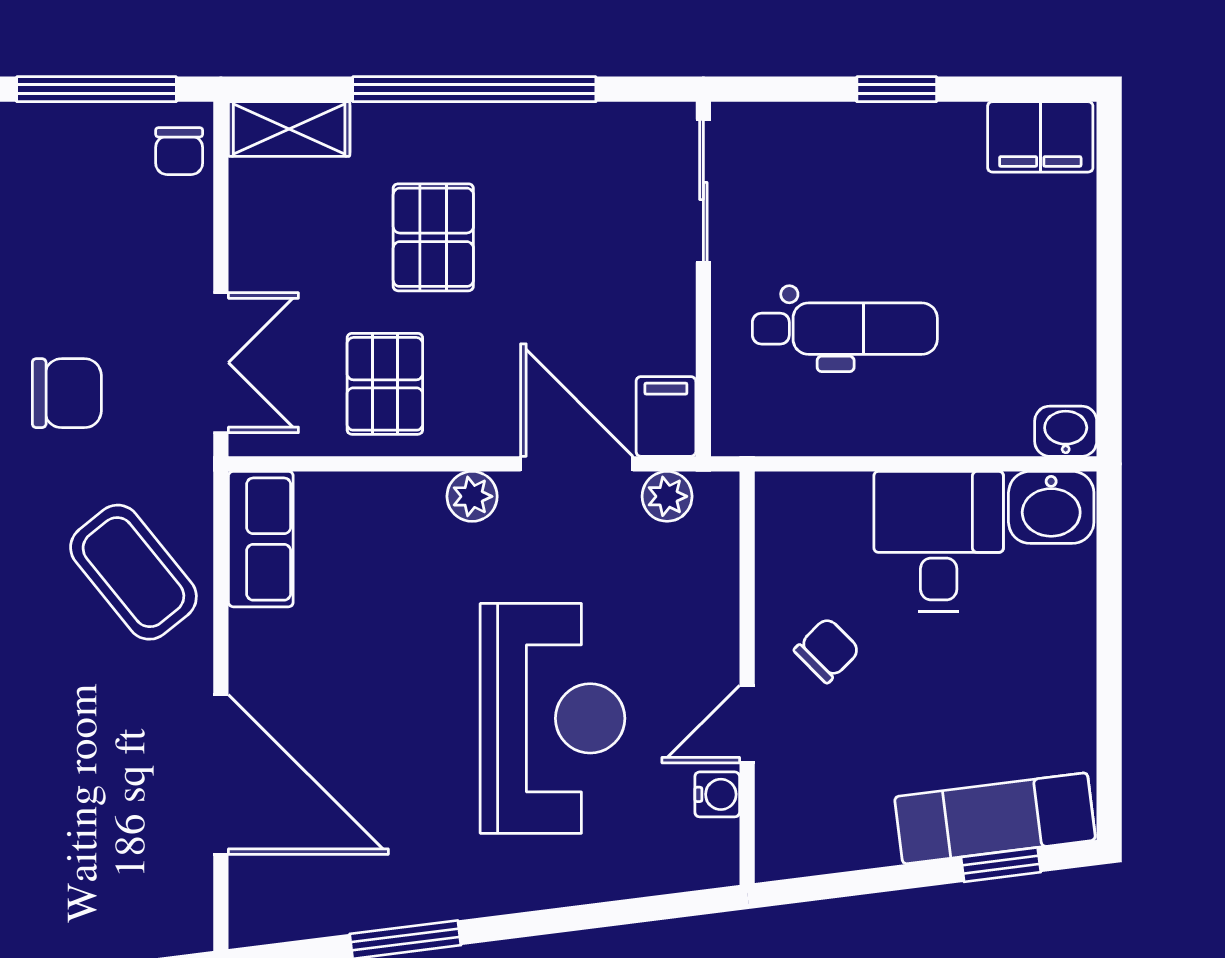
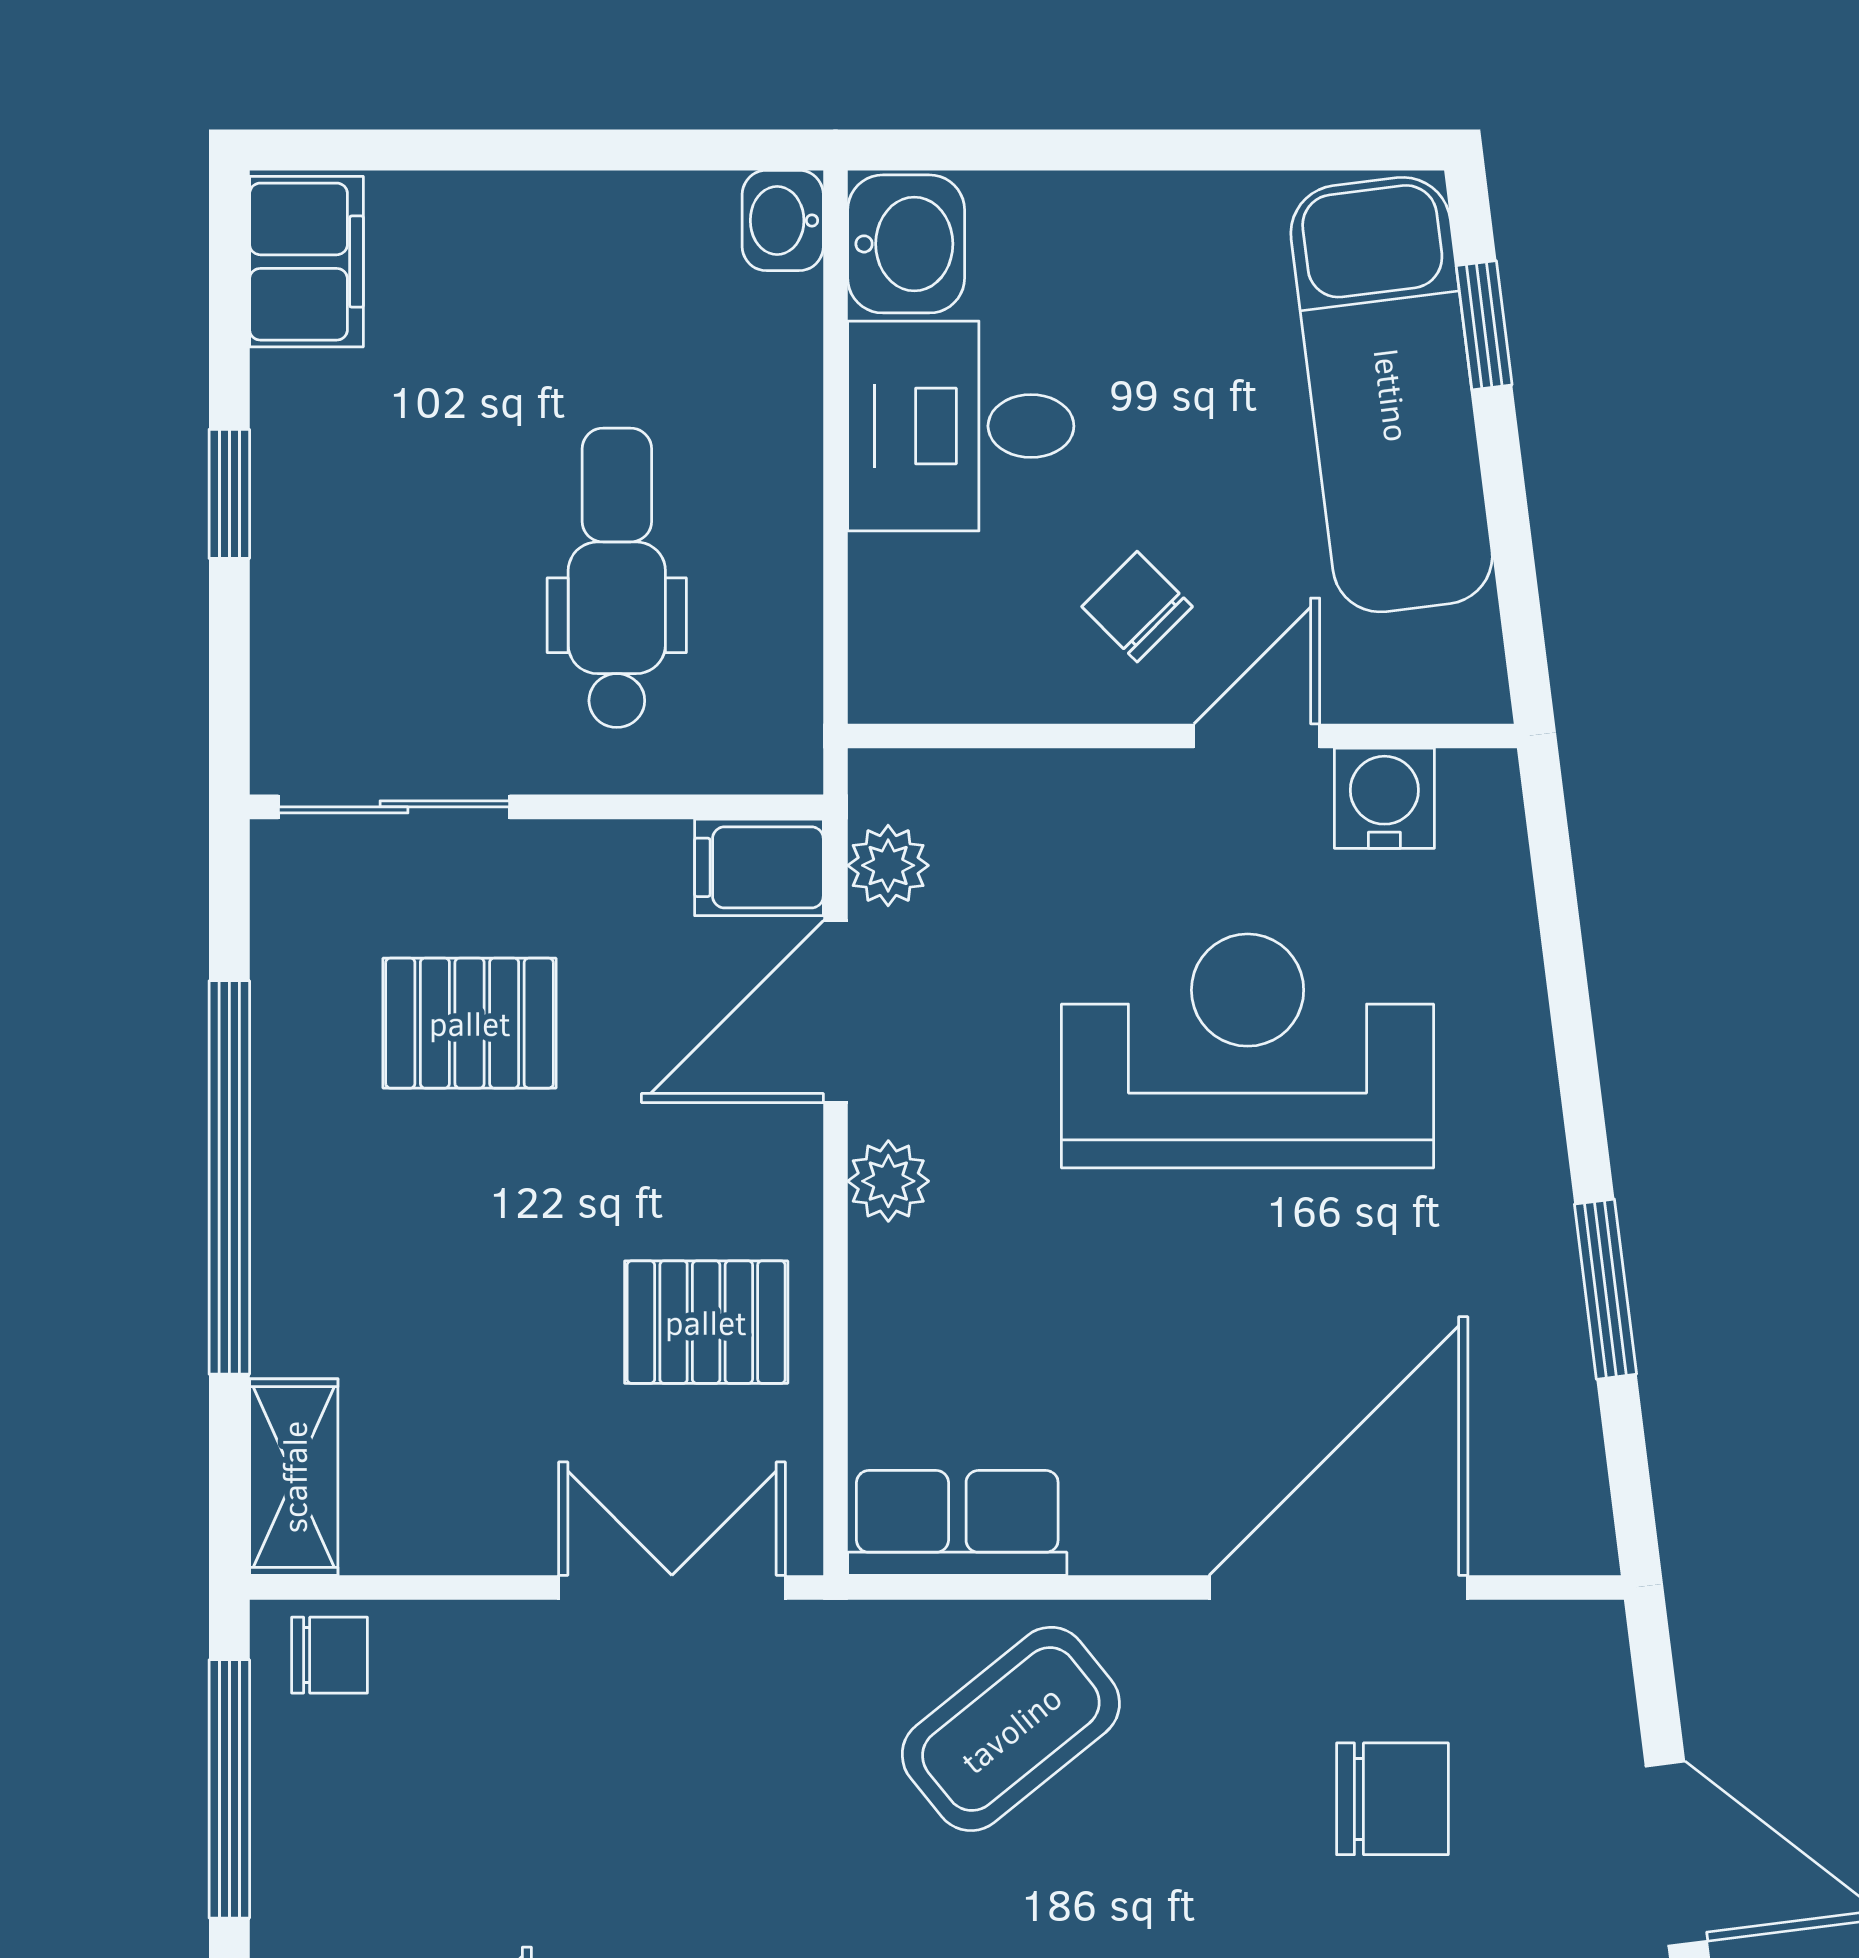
pallet: (433, 237) -> (470, 1023), moved
chair: (67, 393) -> (1392, 1799), moved, turned 90
door: (747, 724) -> (1257, 736), swing flipped
water cooler: (717, 794) -> (1384, 798), width x1.38, depth x1.38
exam couch: (995, 818) -> (1392, 395), width x1.36, depth x1.45

